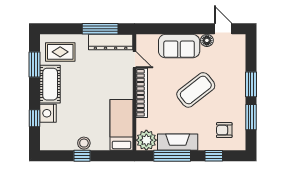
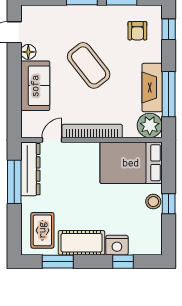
bed: (122, 125) -> (131, 163), width x1.50
window: (214, 156) -> (169, 29), moved

